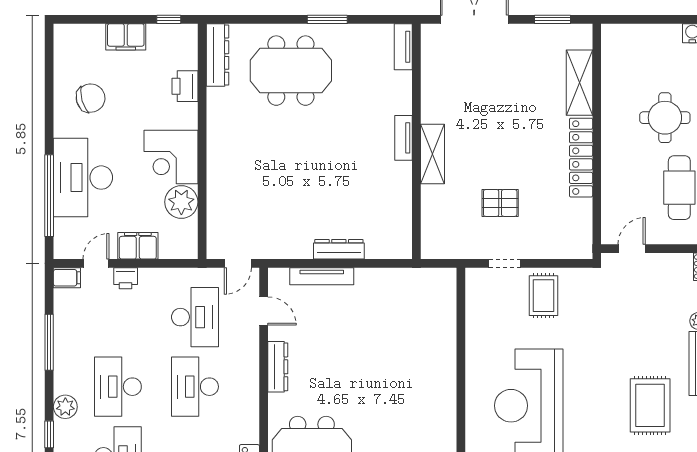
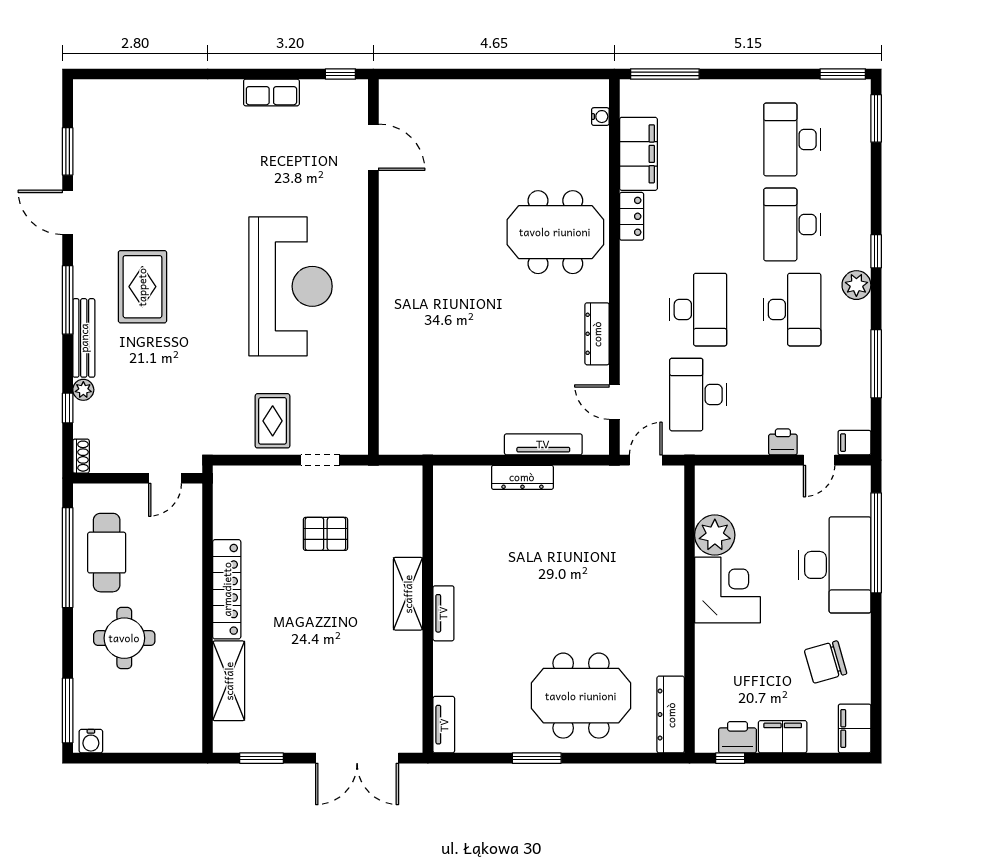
printer: (185, 86) -> (737, 737), moved, turned -90
filing cabinet: (138, 246) -> (855, 728), moved, turned 90

